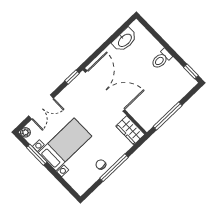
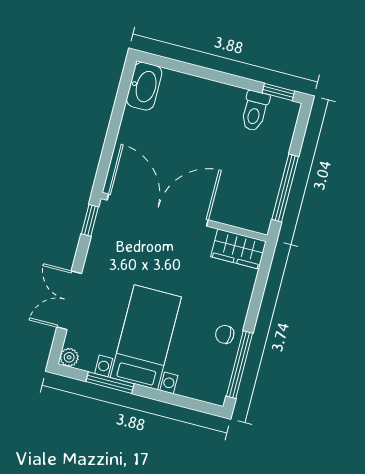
washbasin: (125, 40) -> (144, 86), moved
toilet: (161, 59) -> (255, 111), moved
double door: (41, 107) -> (69, 300), swing flipped
window: (114, 168) -> (239, 365), moved

